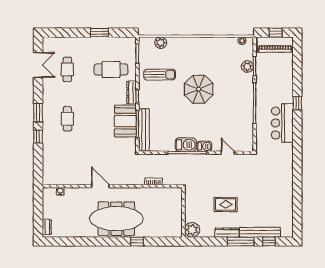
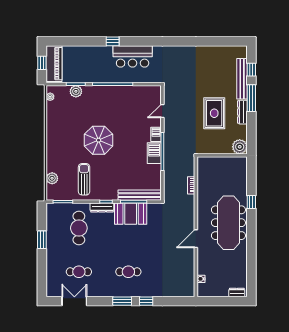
rug: (226, 204) -> (214, 113), width x1.36, depth x1.43

